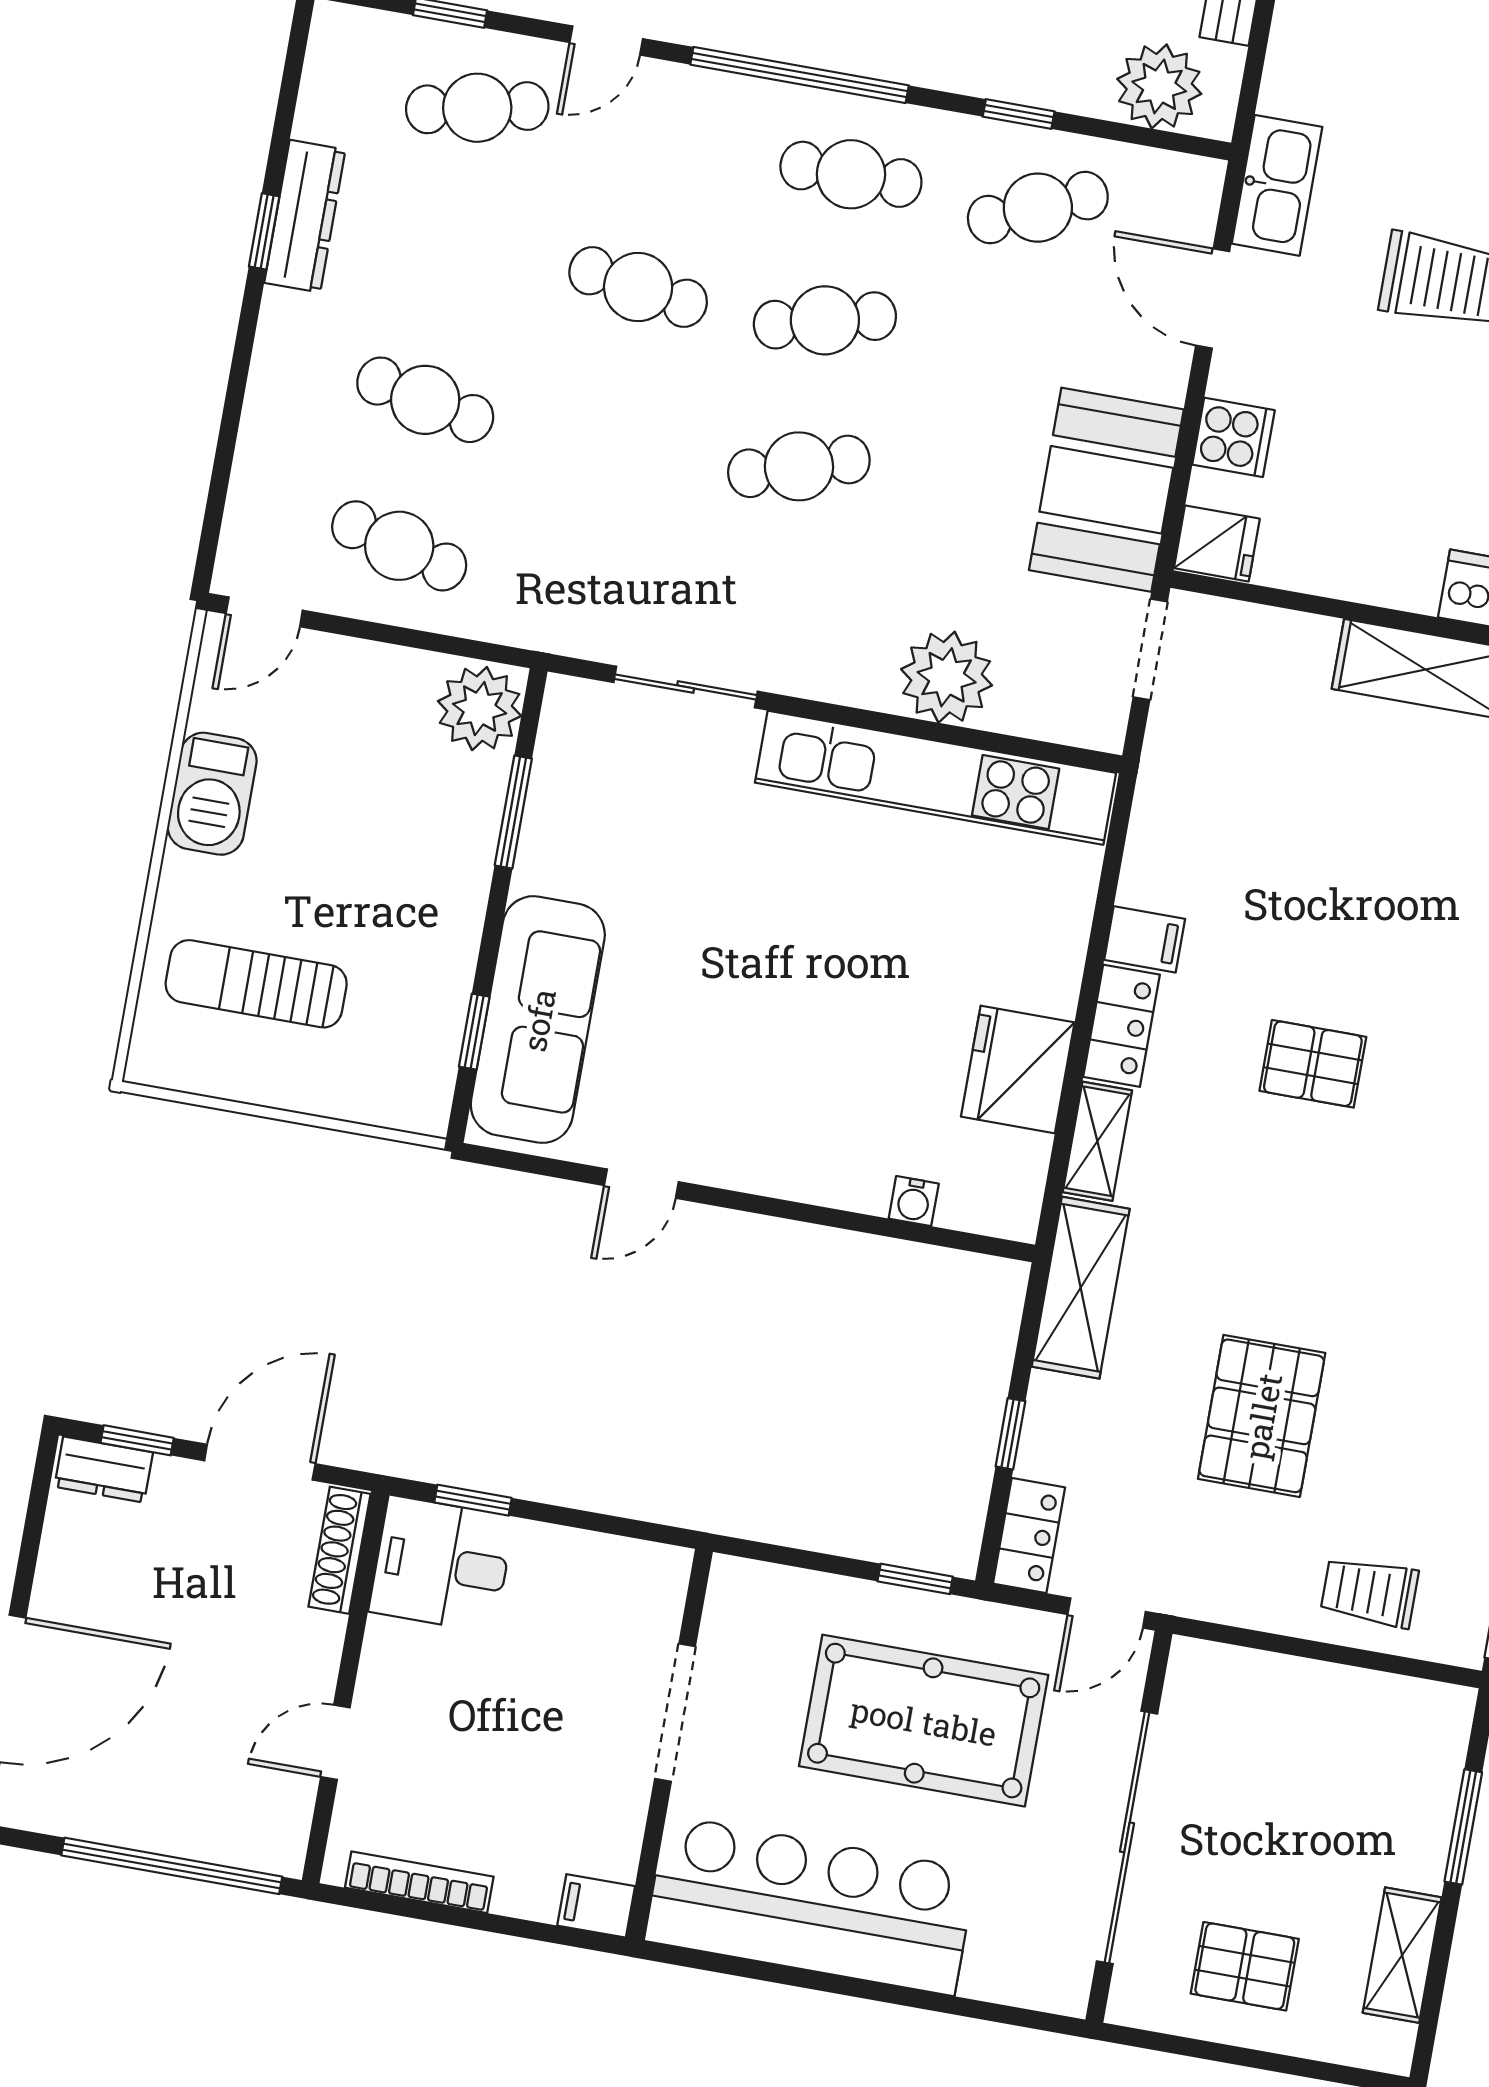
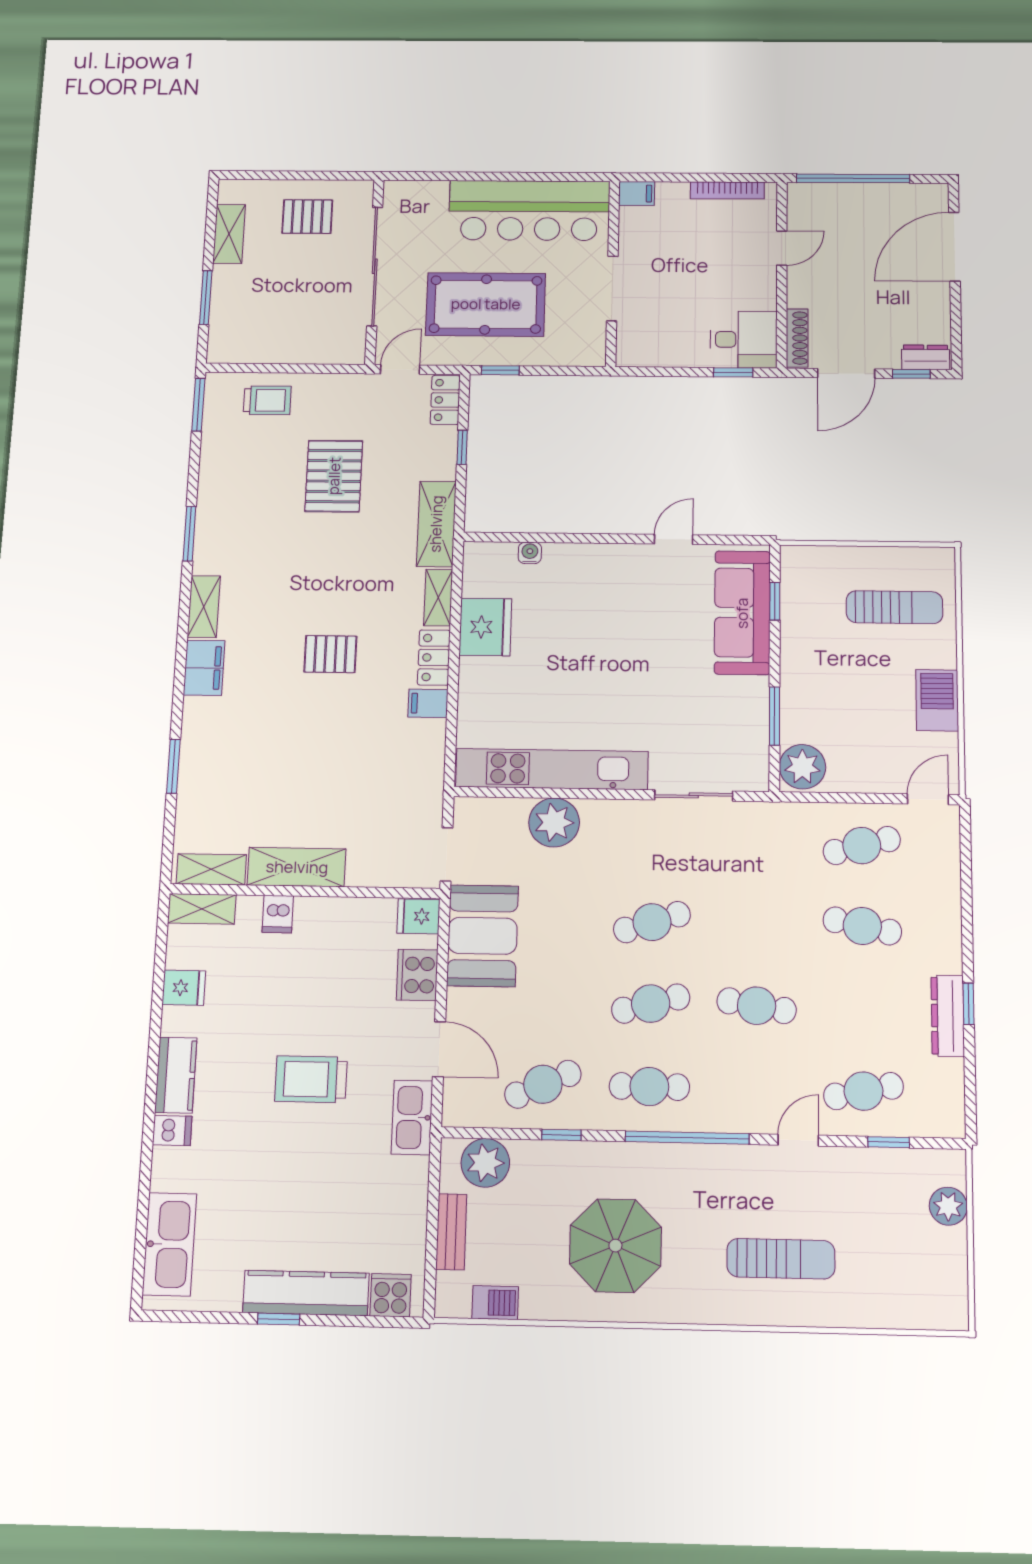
cooker: (1234, 437) -> (417, 975), width x1.36
cafe table: (399, 546) -> (862, 846), turned -30

